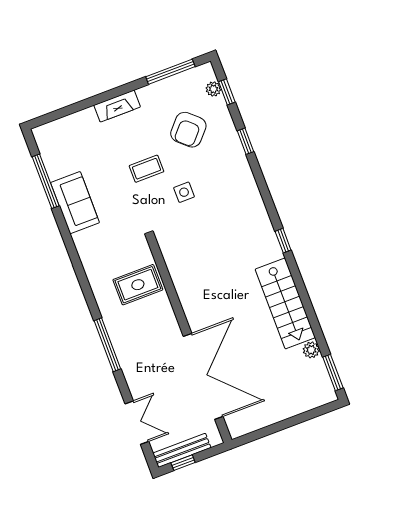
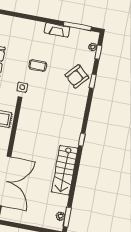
fireplace: (117, 106) -> (57, 30), moved
armchair: (188, 130) -> (77, 76), moved
side table: (184, 192) -> (22, 87), moved
plant: (311, 350) -> (60, 216), moved

